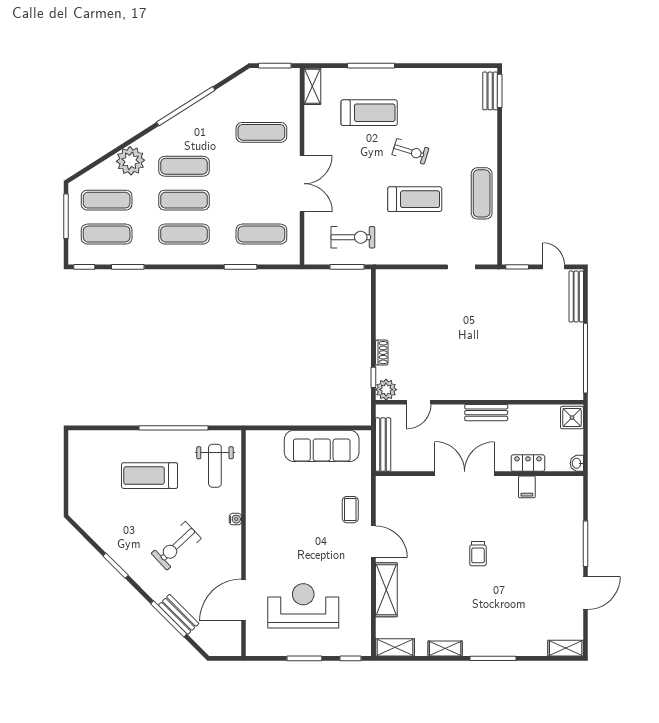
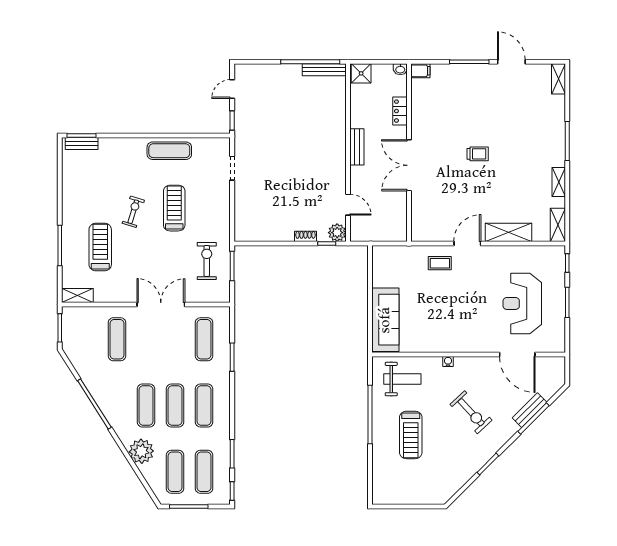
bench: (576, 296) -> (324, 70), moved
bench: (383, 445) -> (384, 235), removed
sofa: (322, 446) -> (385, 320), moved
filing cabinet: (527, 487) -> (420, 71), moved

